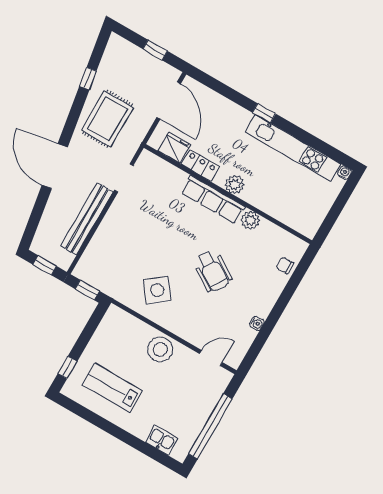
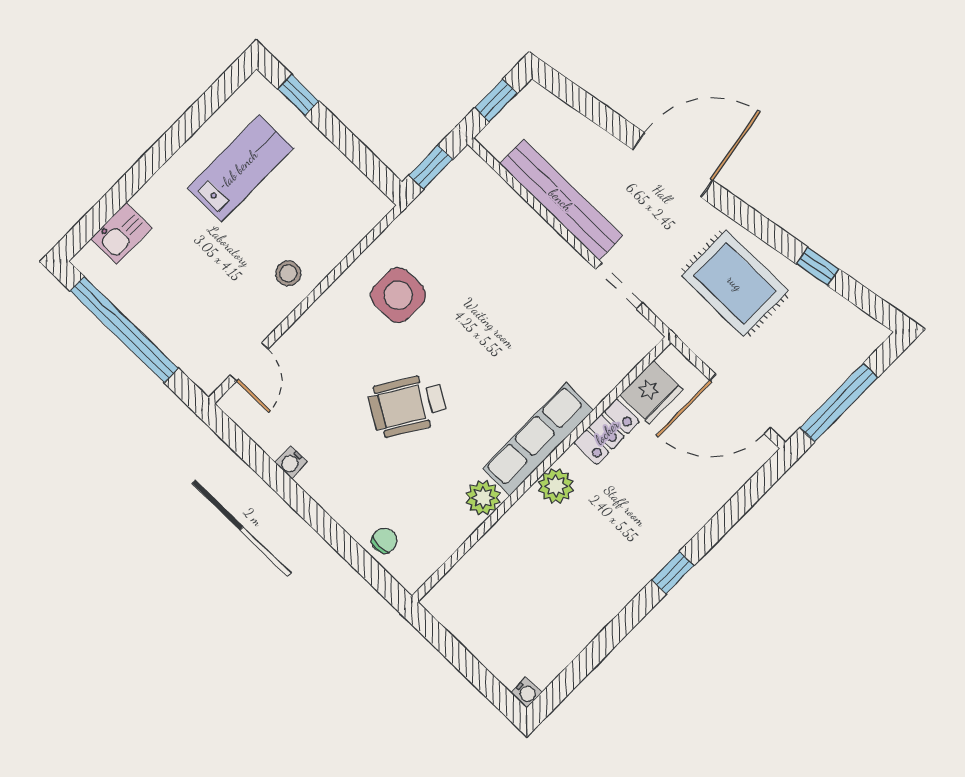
window: (155, 50) -> (839, 403), width x2.17
kitchen unit: (293, 148) -> (596, 610), removed
side table: (157, 290) -> (398, 295), turned 37
stool: (160, 349) -> (288, 273), width x0.53, depth x0.53

